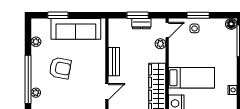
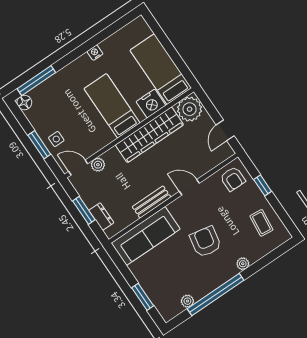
dresser: (141, 24) -> (101, 217), moved
sofa: (76, 29) -> (146, 236), moved, turned 90
armchair: (60, 68) -> (206, 242), moved
window: (28, 79) -> (216, 294), moved

